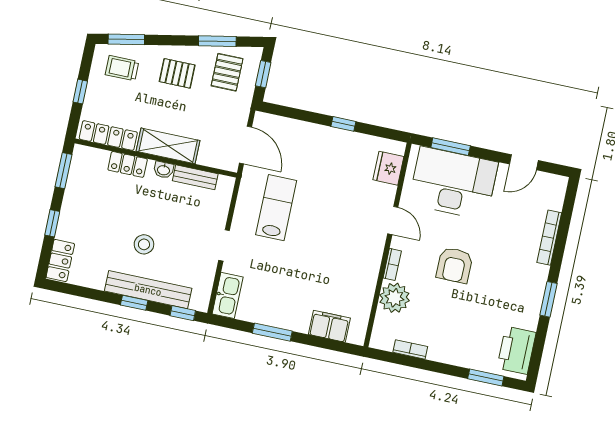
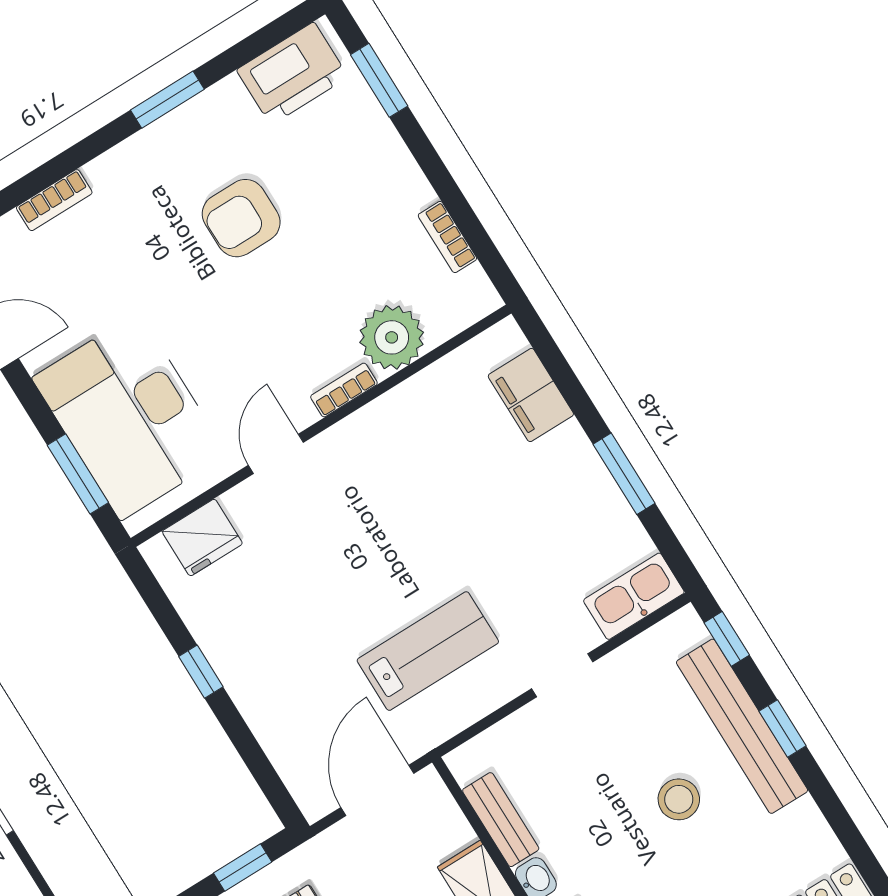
lab bench: (276, 208) -> (428, 651), turned 180
bookcase: (549, 238) -> (54, 200), width x0.64
armchair: (454, 265) -> (241, 218), moved, turned 180

